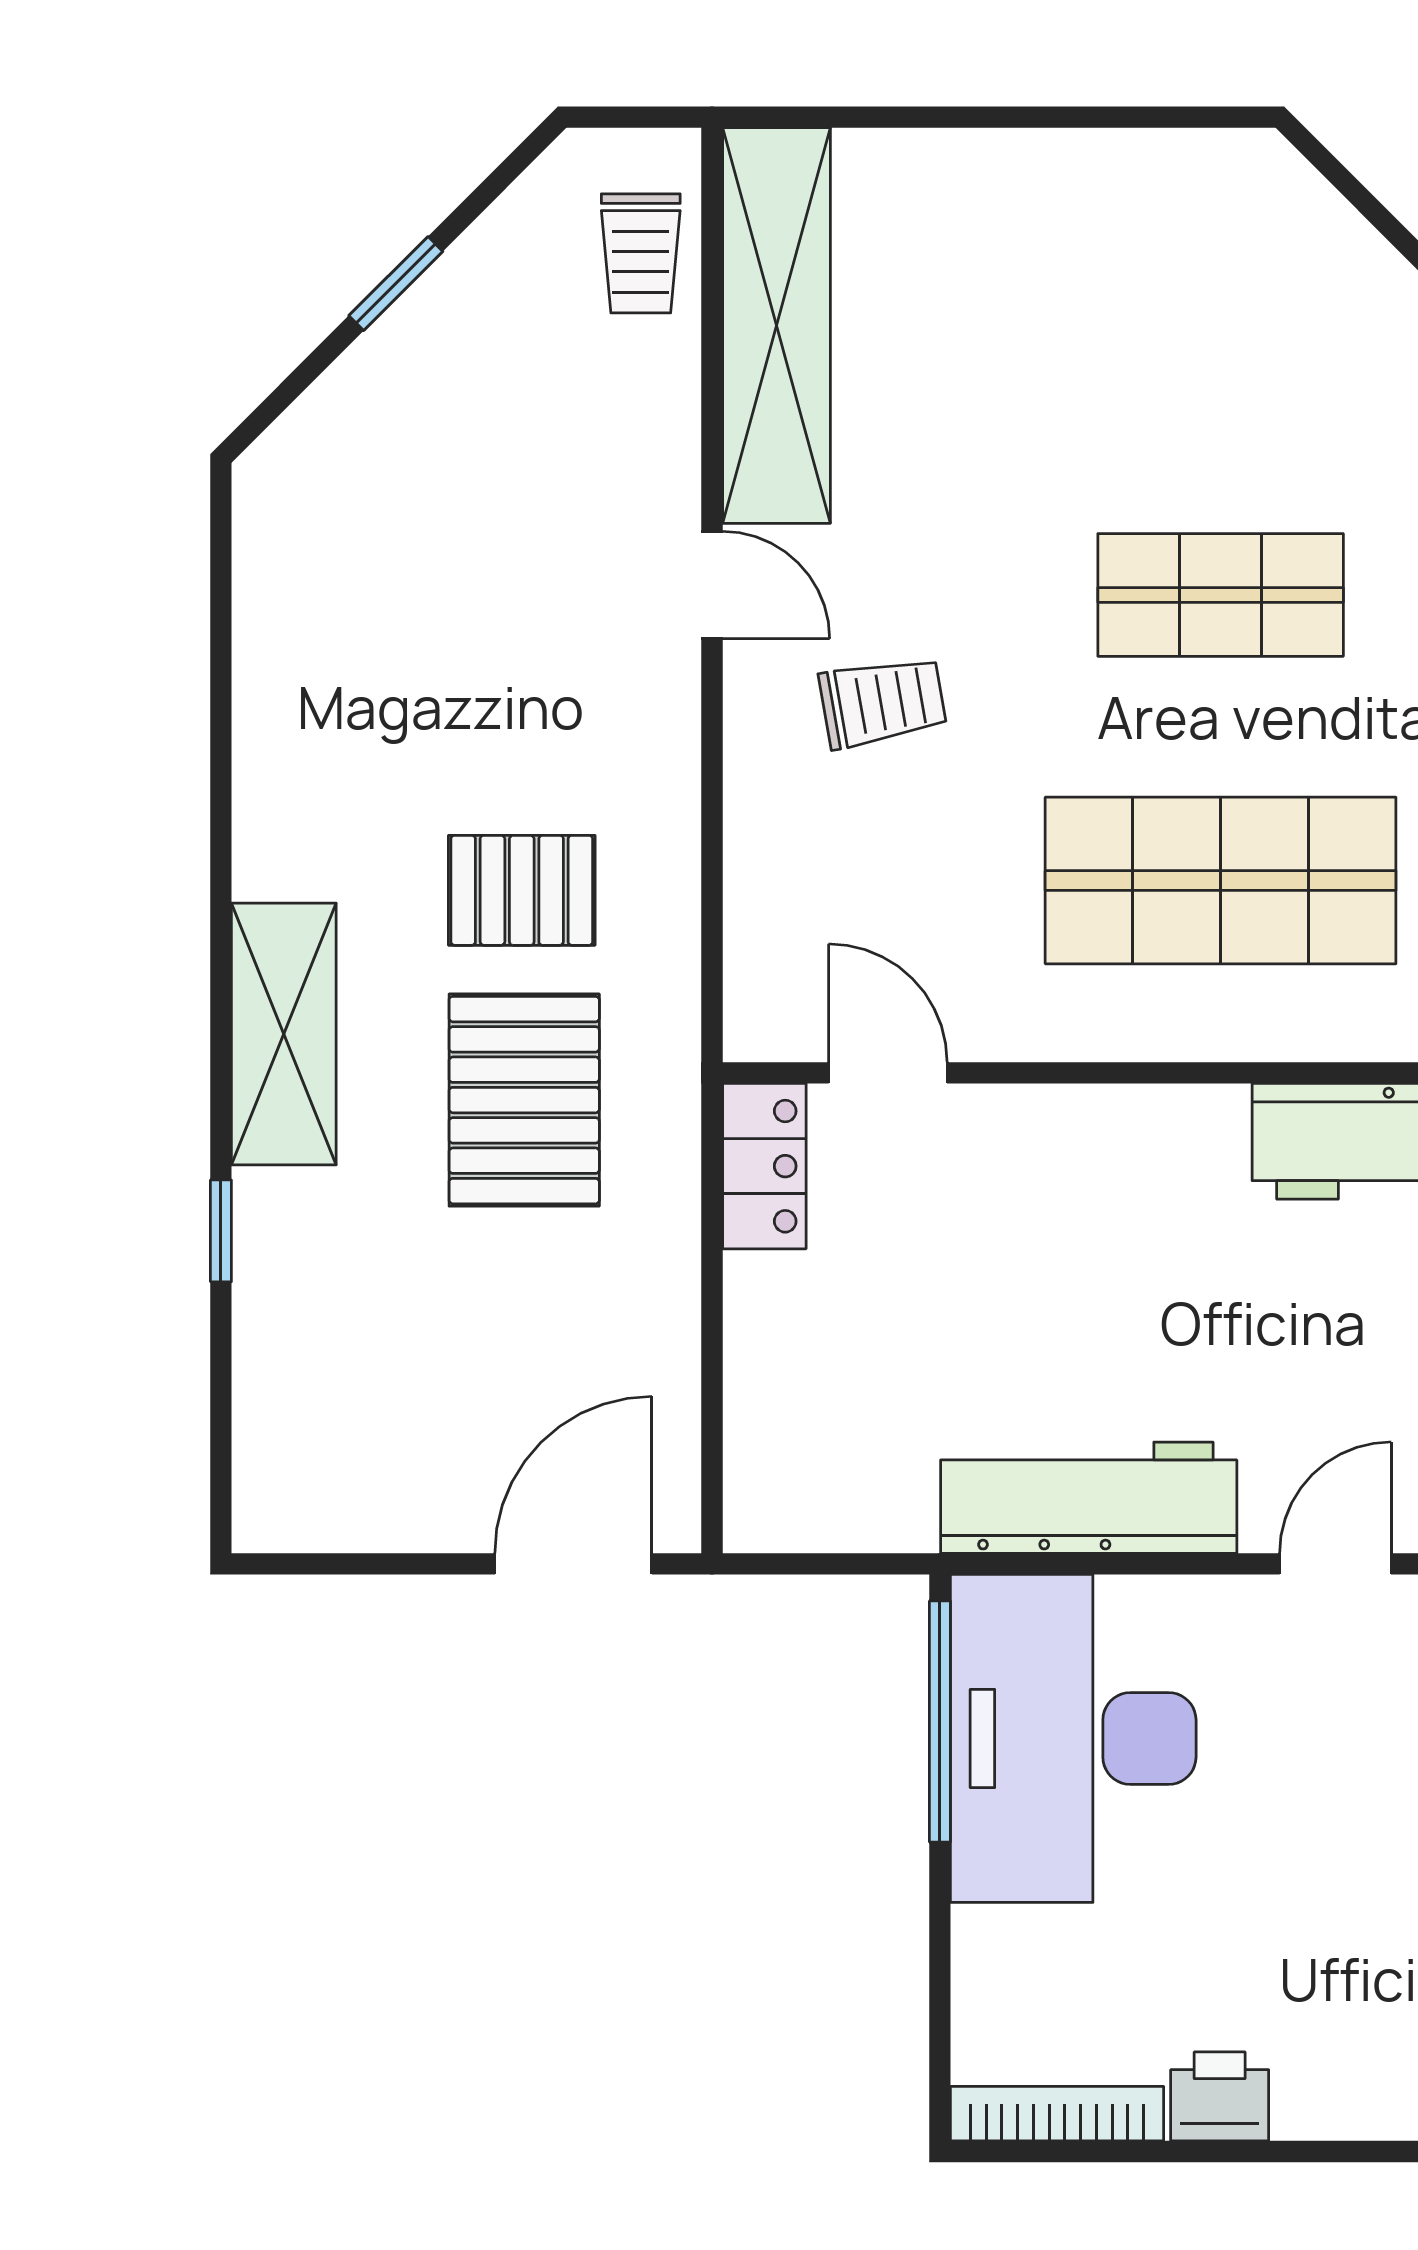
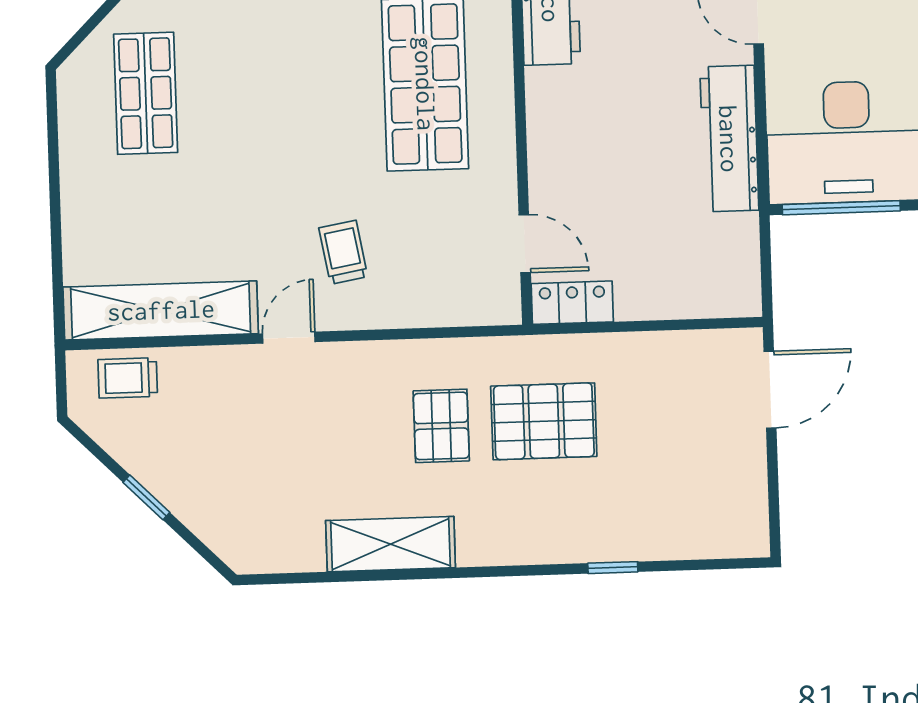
trolley: (641, 253) -> (128, 378), turned 180
shop shelf: (1221, 595) -> (146, 93), moved
shelving: (284, 1034) -> (391, 544), moved
door: (888, 1073) -> (525, 244), swing flipped
door: (573, 1564) -> (770, 390), swing flipped

